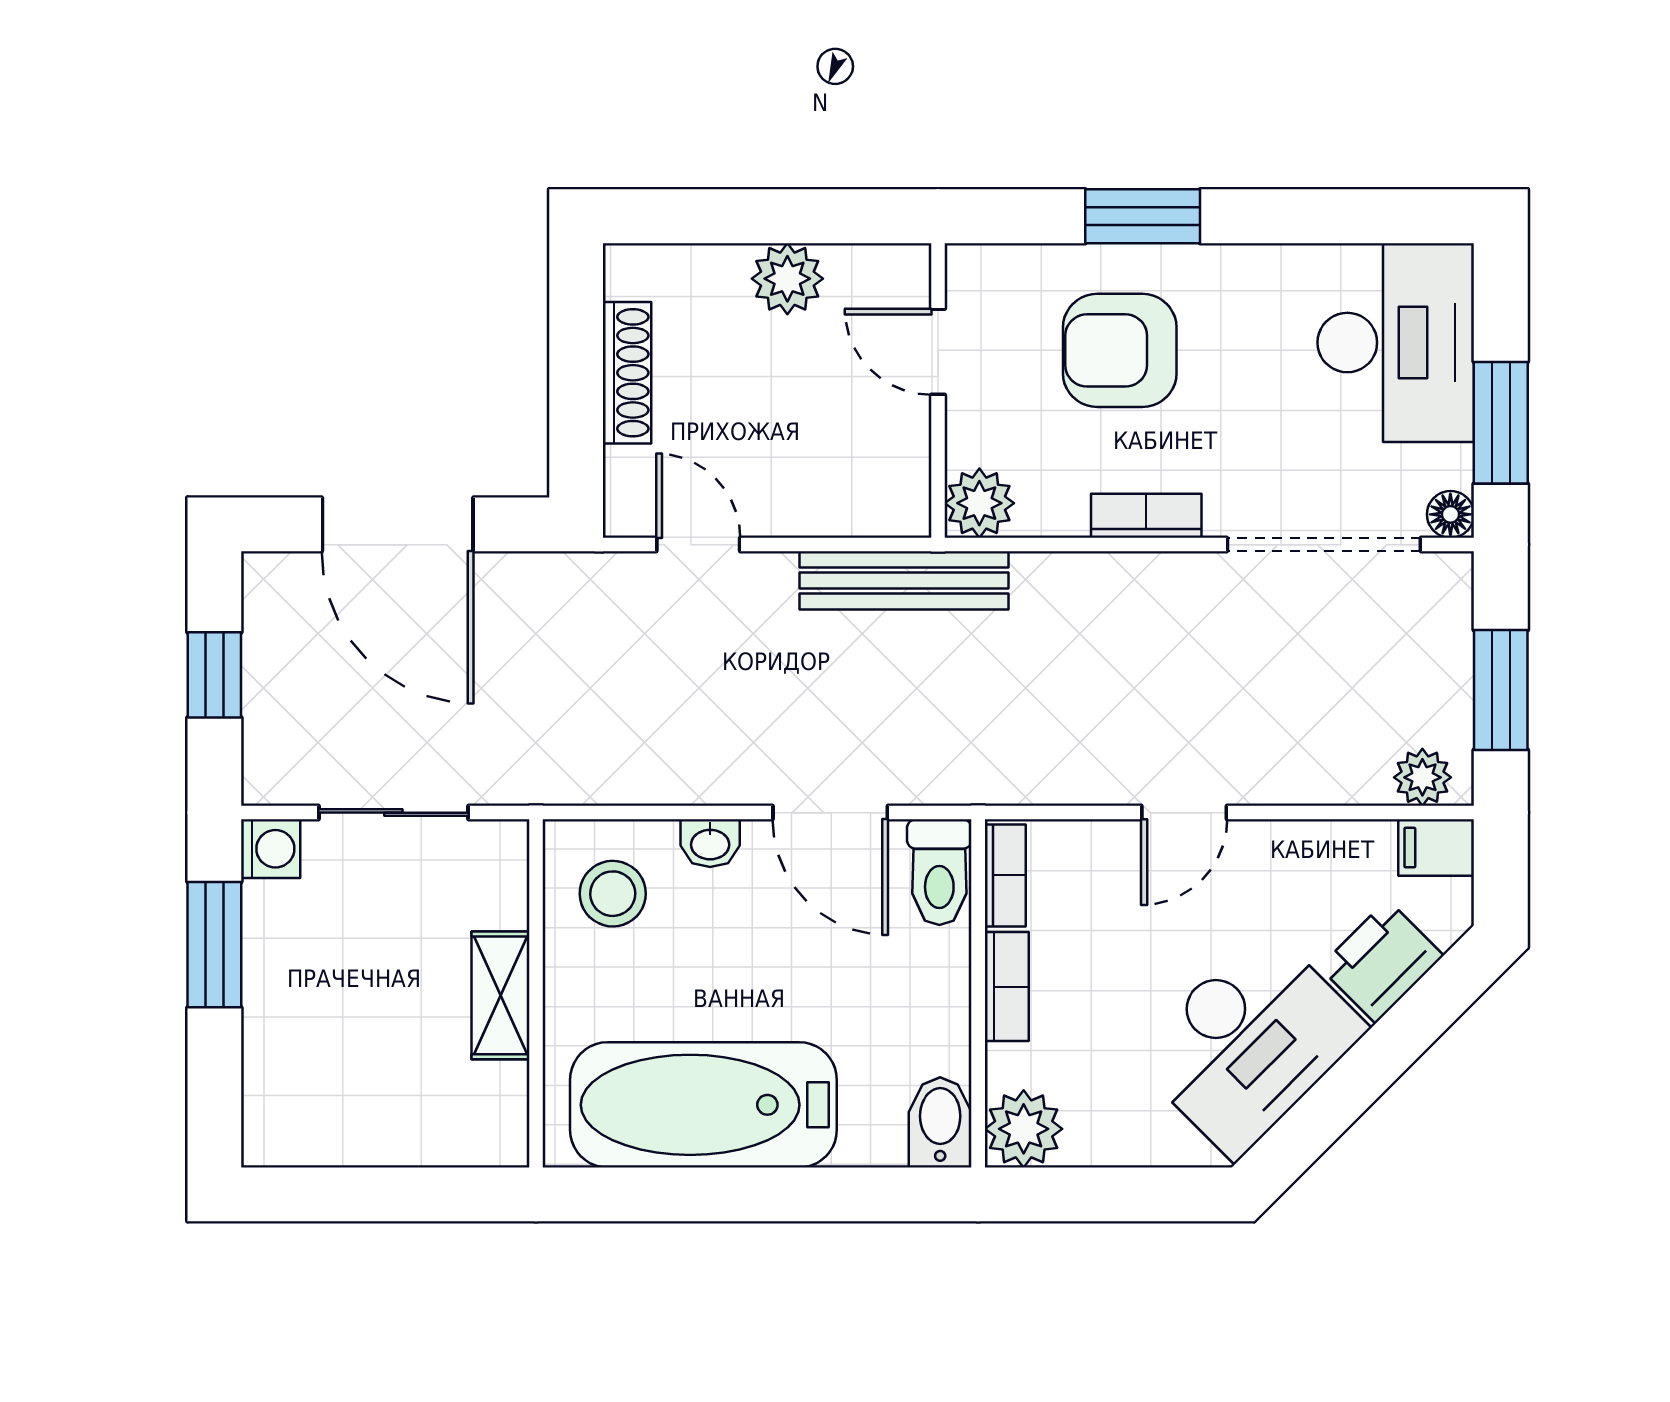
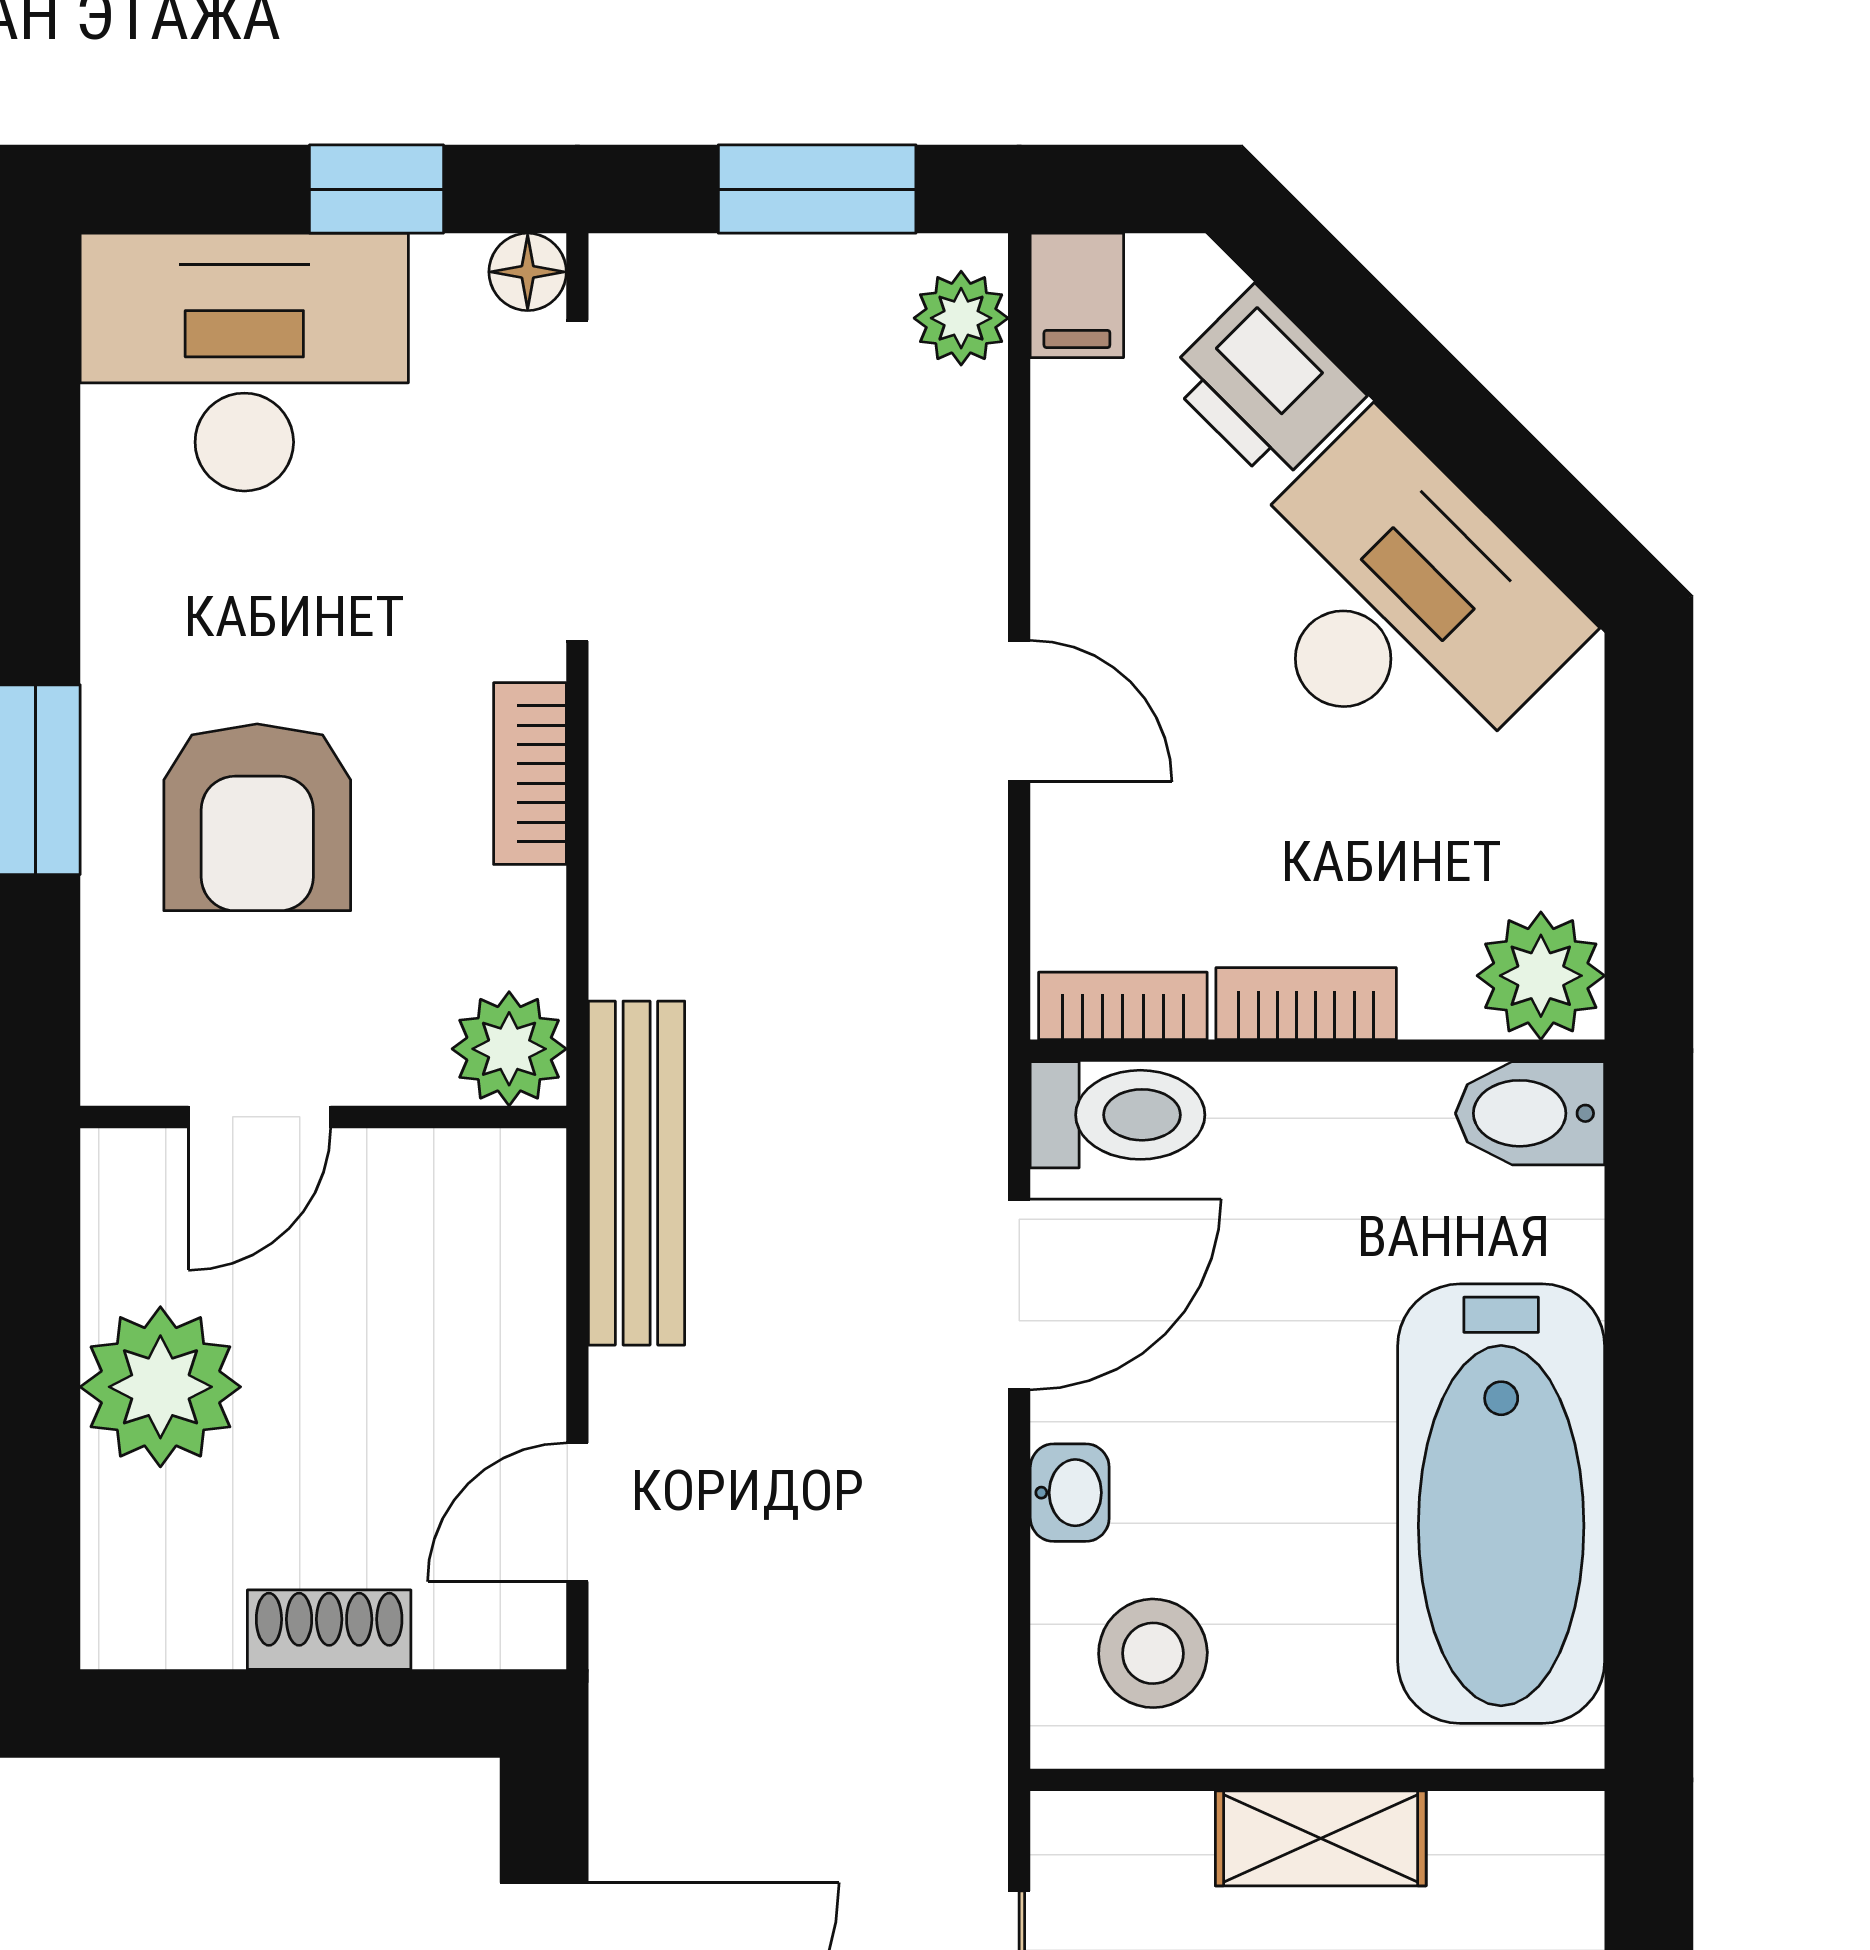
plant: (787, 279) -> (160, 1387), width x1.36, depth x1.36
shoe rack: (627, 373) -> (329, 1630), width x0.70
window: (1501, 423) -> (377, 189), width x0.67

